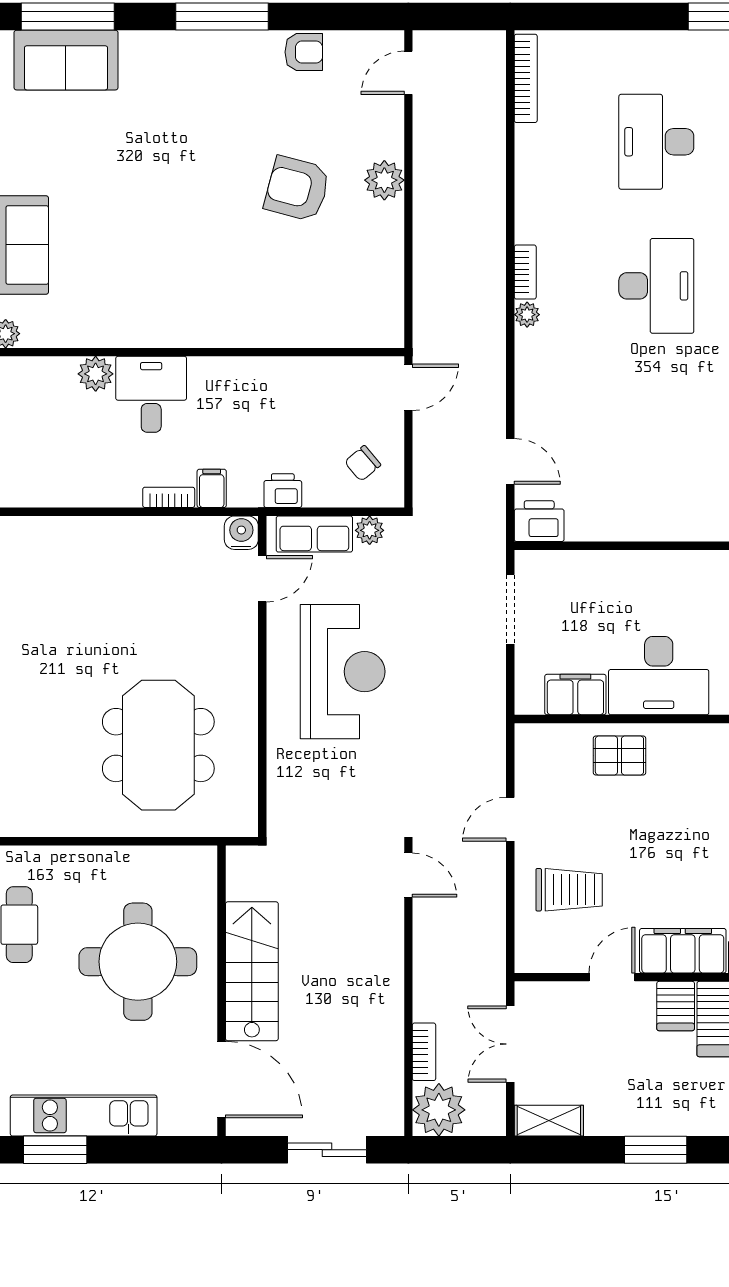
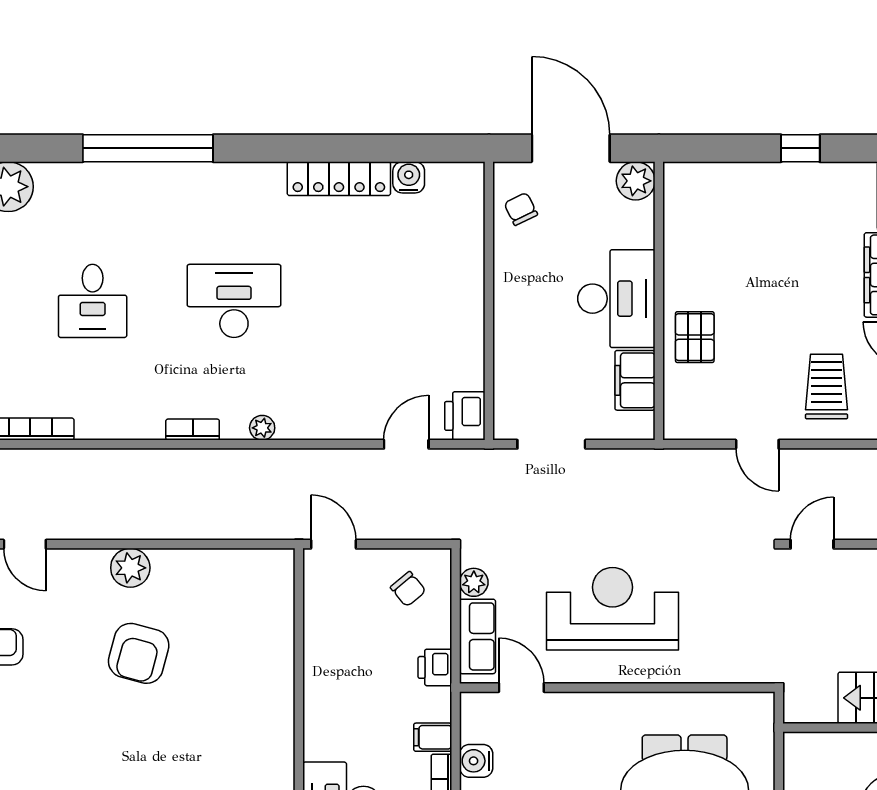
desk: (656, 142) -> (93, 301), width x0.73
bookcase: (525, 272) -> (193, 430), moved
water cooler: (241, 533) -> (476, 761), moved

